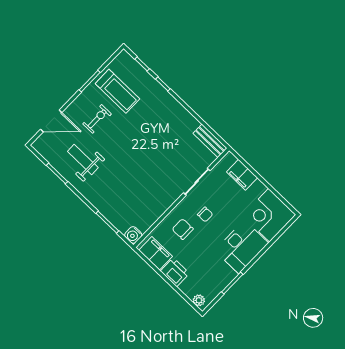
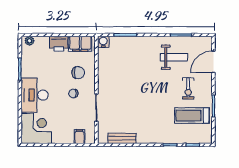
bench: (210, 141) -> (122, 138), moved
filing cabinet: (242, 175) -> (79, 137), width x0.50

